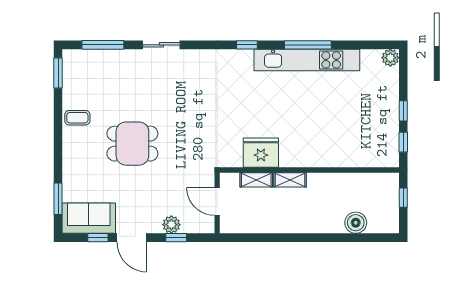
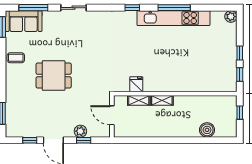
fridge: (261, 153) -> (136, 84), width x0.53, depth x0.75
sofa: (89, 218) -> (24, 21), moved, turned 180

